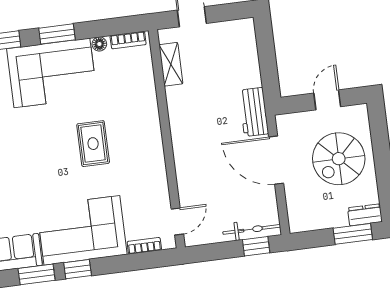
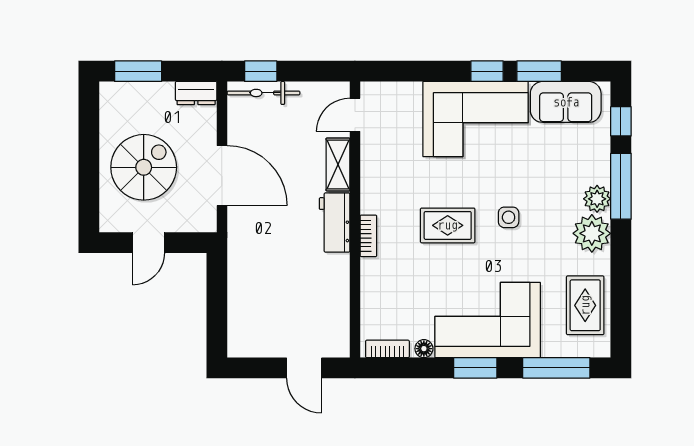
shelving: (171, 64) -> (338, 164), moved
workbench: (254, 112) -> (335, 223), moved, turned 180
rug: (93, 144) -> (448, 225), turned 90
side table: (46, 156) -> (509, 217), added
dresser: (365, 215) -> (196, 93), moved
bookcase: (144, 246) -> (368, 236), moved, turned -90

